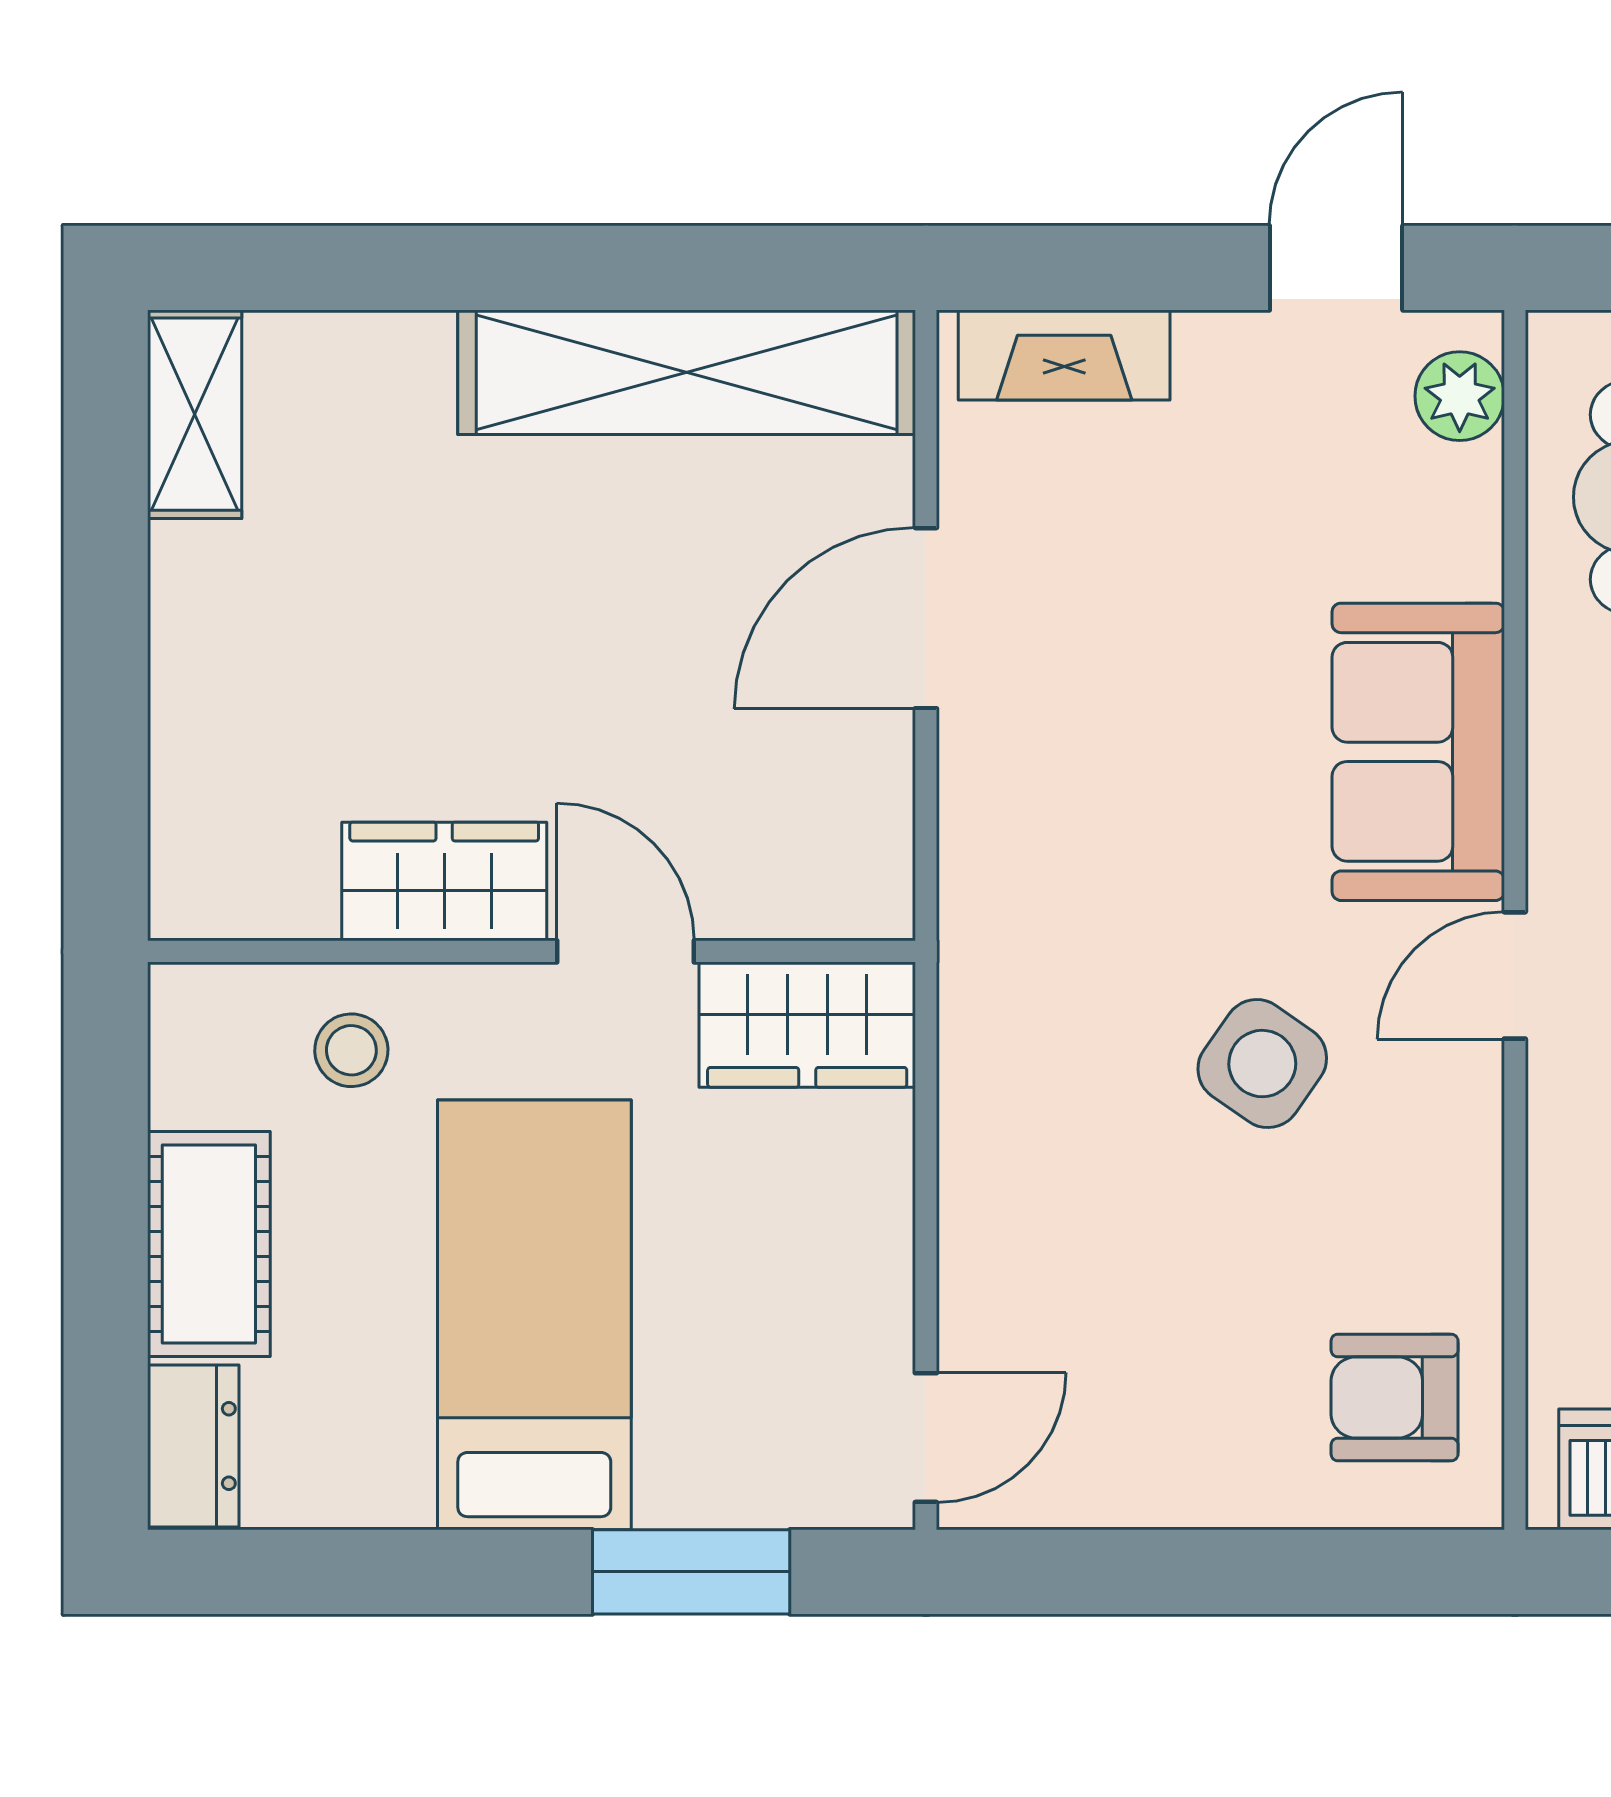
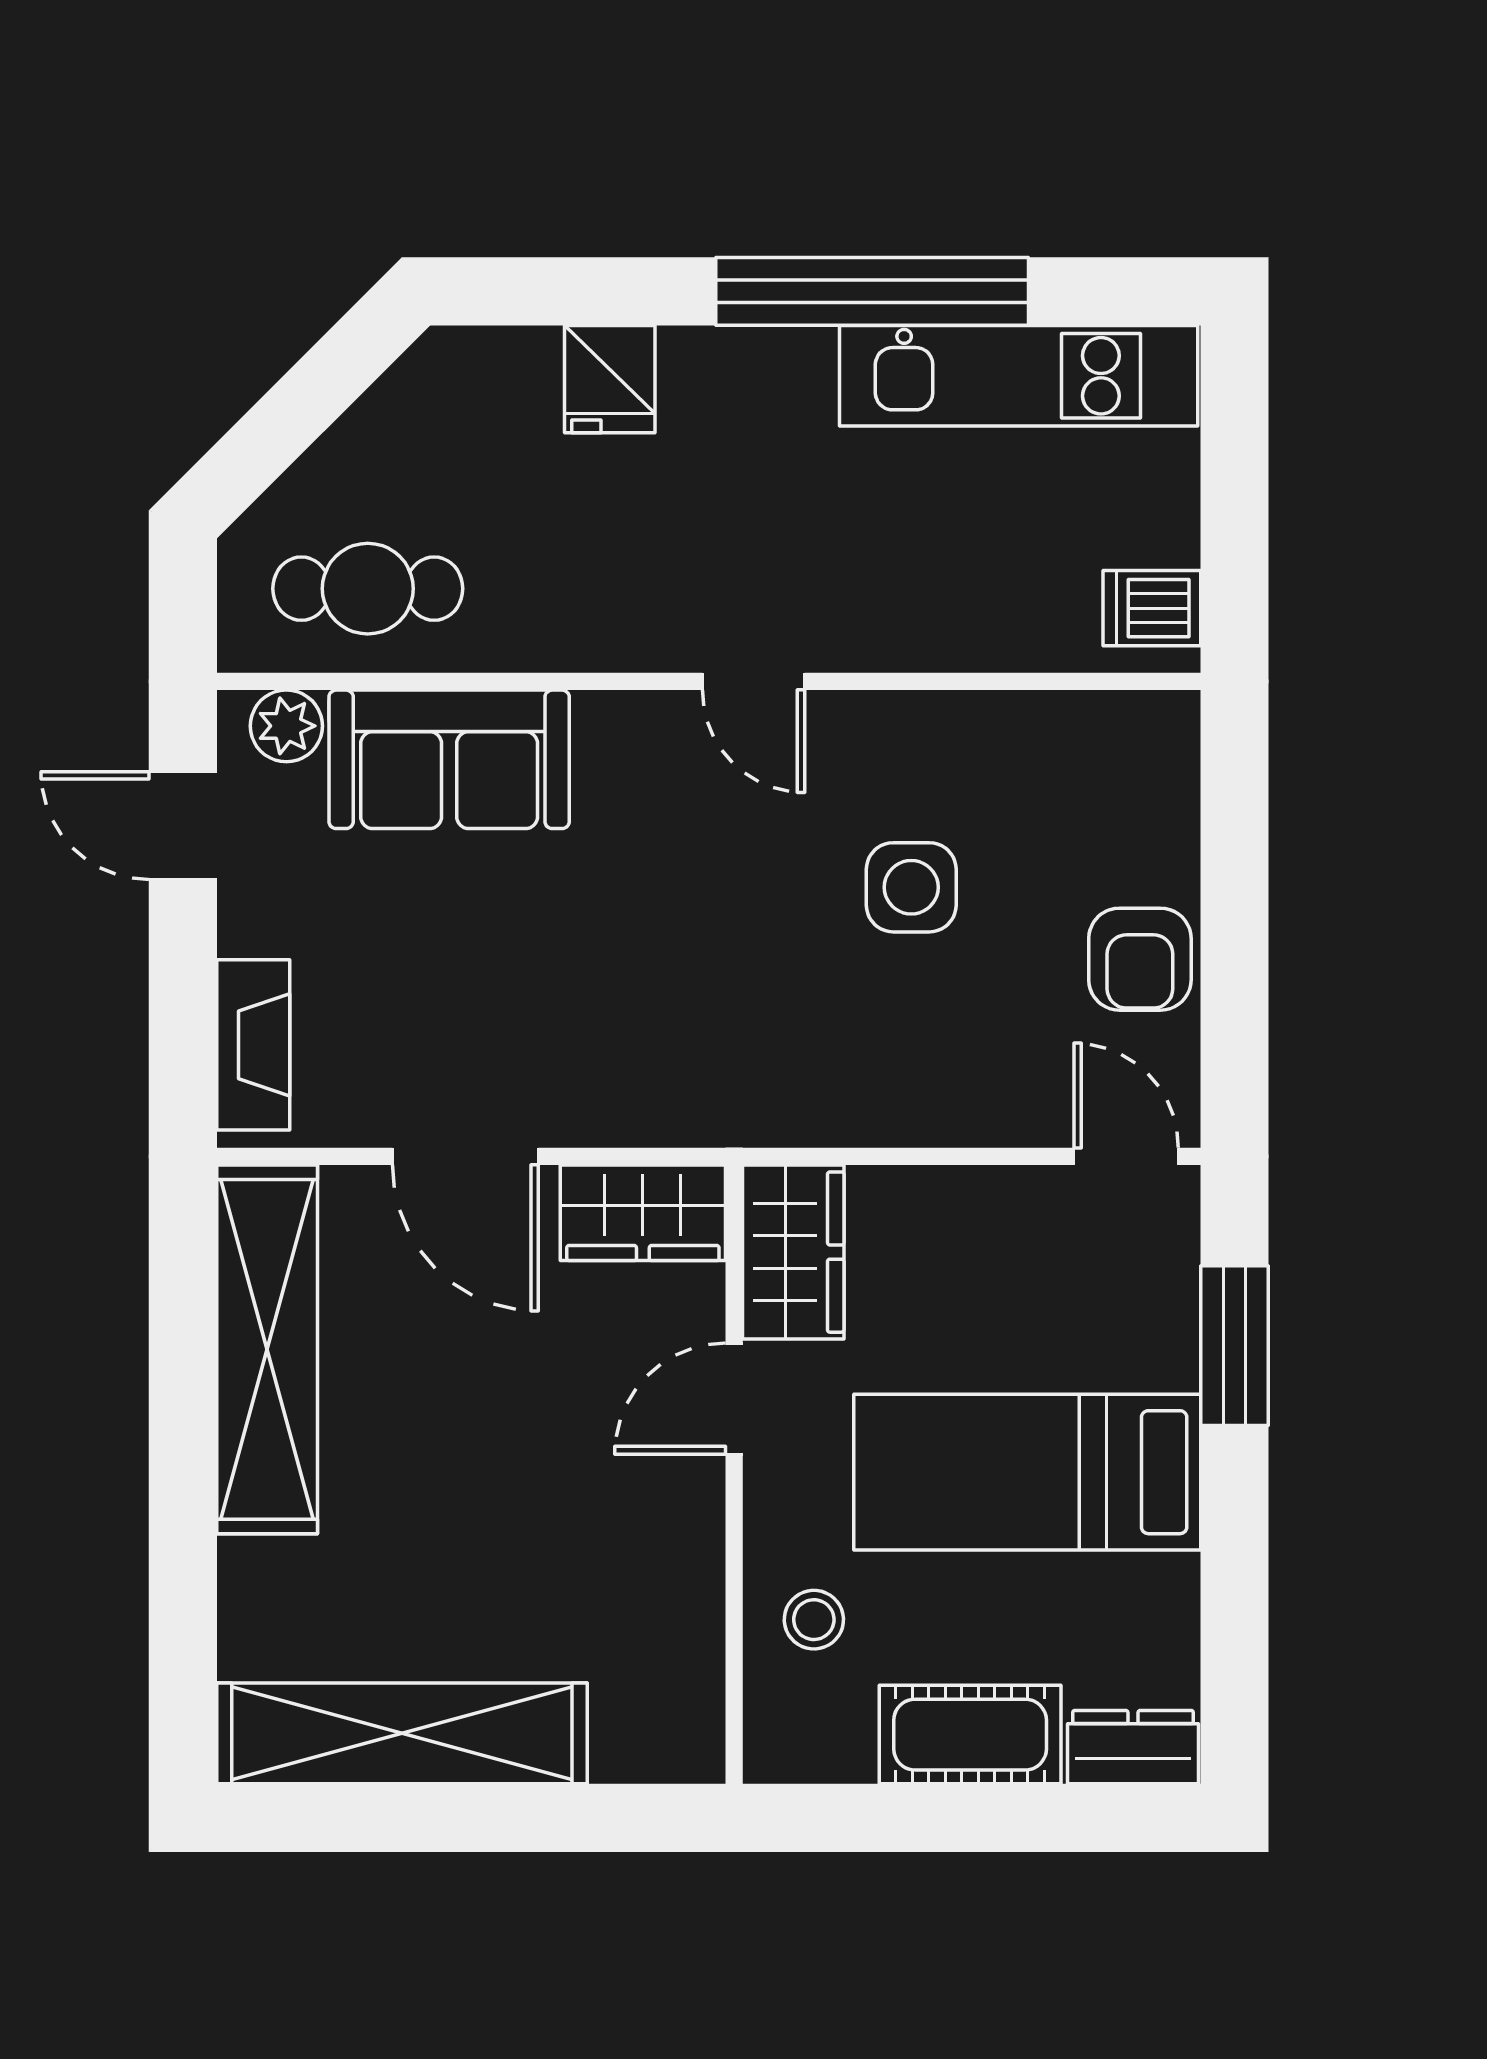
shelving: (195, 414) -> (402, 1733), width x2.20, depth x1.33
sofa: (1418, 752) -> (449, 759), moved
wardrobe: (444, 881) -> (643, 1213), moved, turned -90
side table: (1262, 1064) -> (911, 887), moved, turned -35
armchair: (1395, 1398) -> (1140, 959), moved

